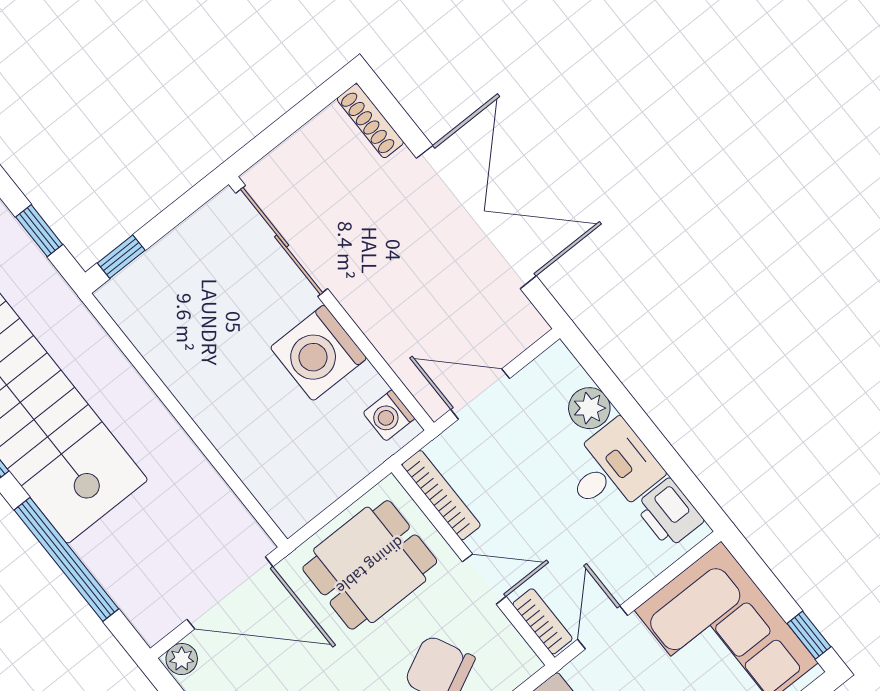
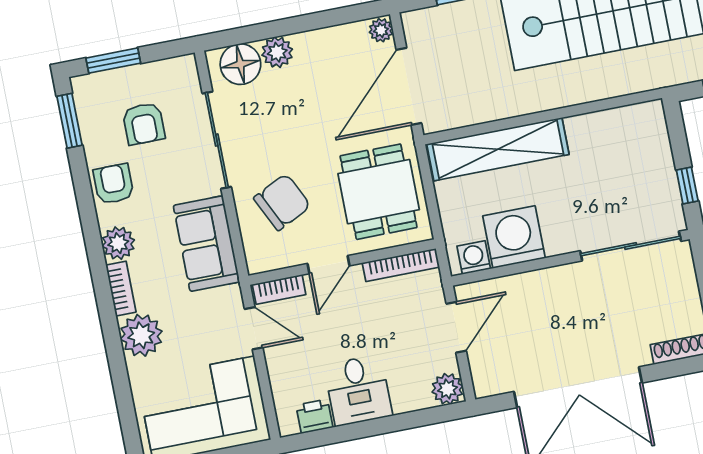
window: (121, 257) -> (687, 185), moved
washing machine: (318, 353) -> (514, 237), moved
plant: (589, 408) -> (447, 389), moved
shelving: (249, 452) -> (498, 149), added
printer: (669, 513) -> (314, 416), width x0.73, depth x0.81

